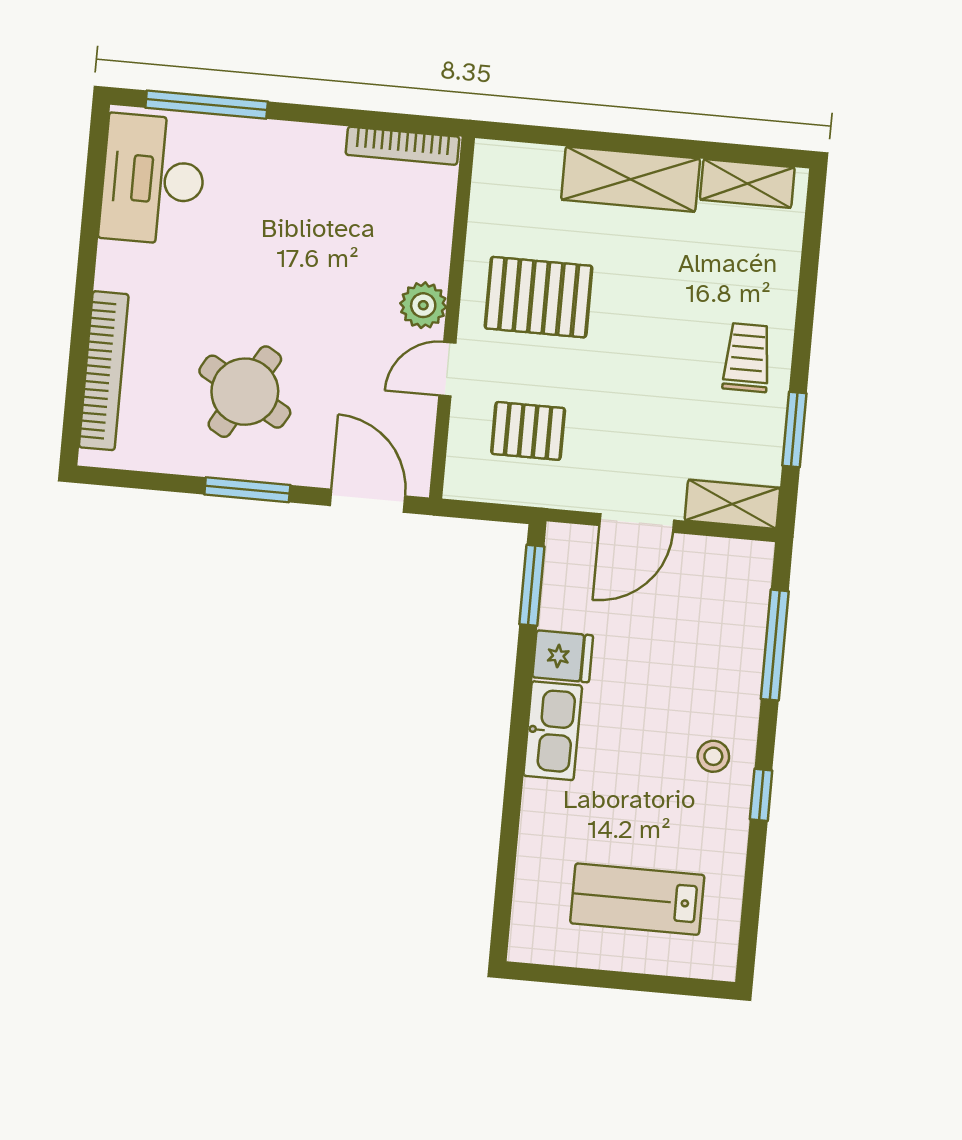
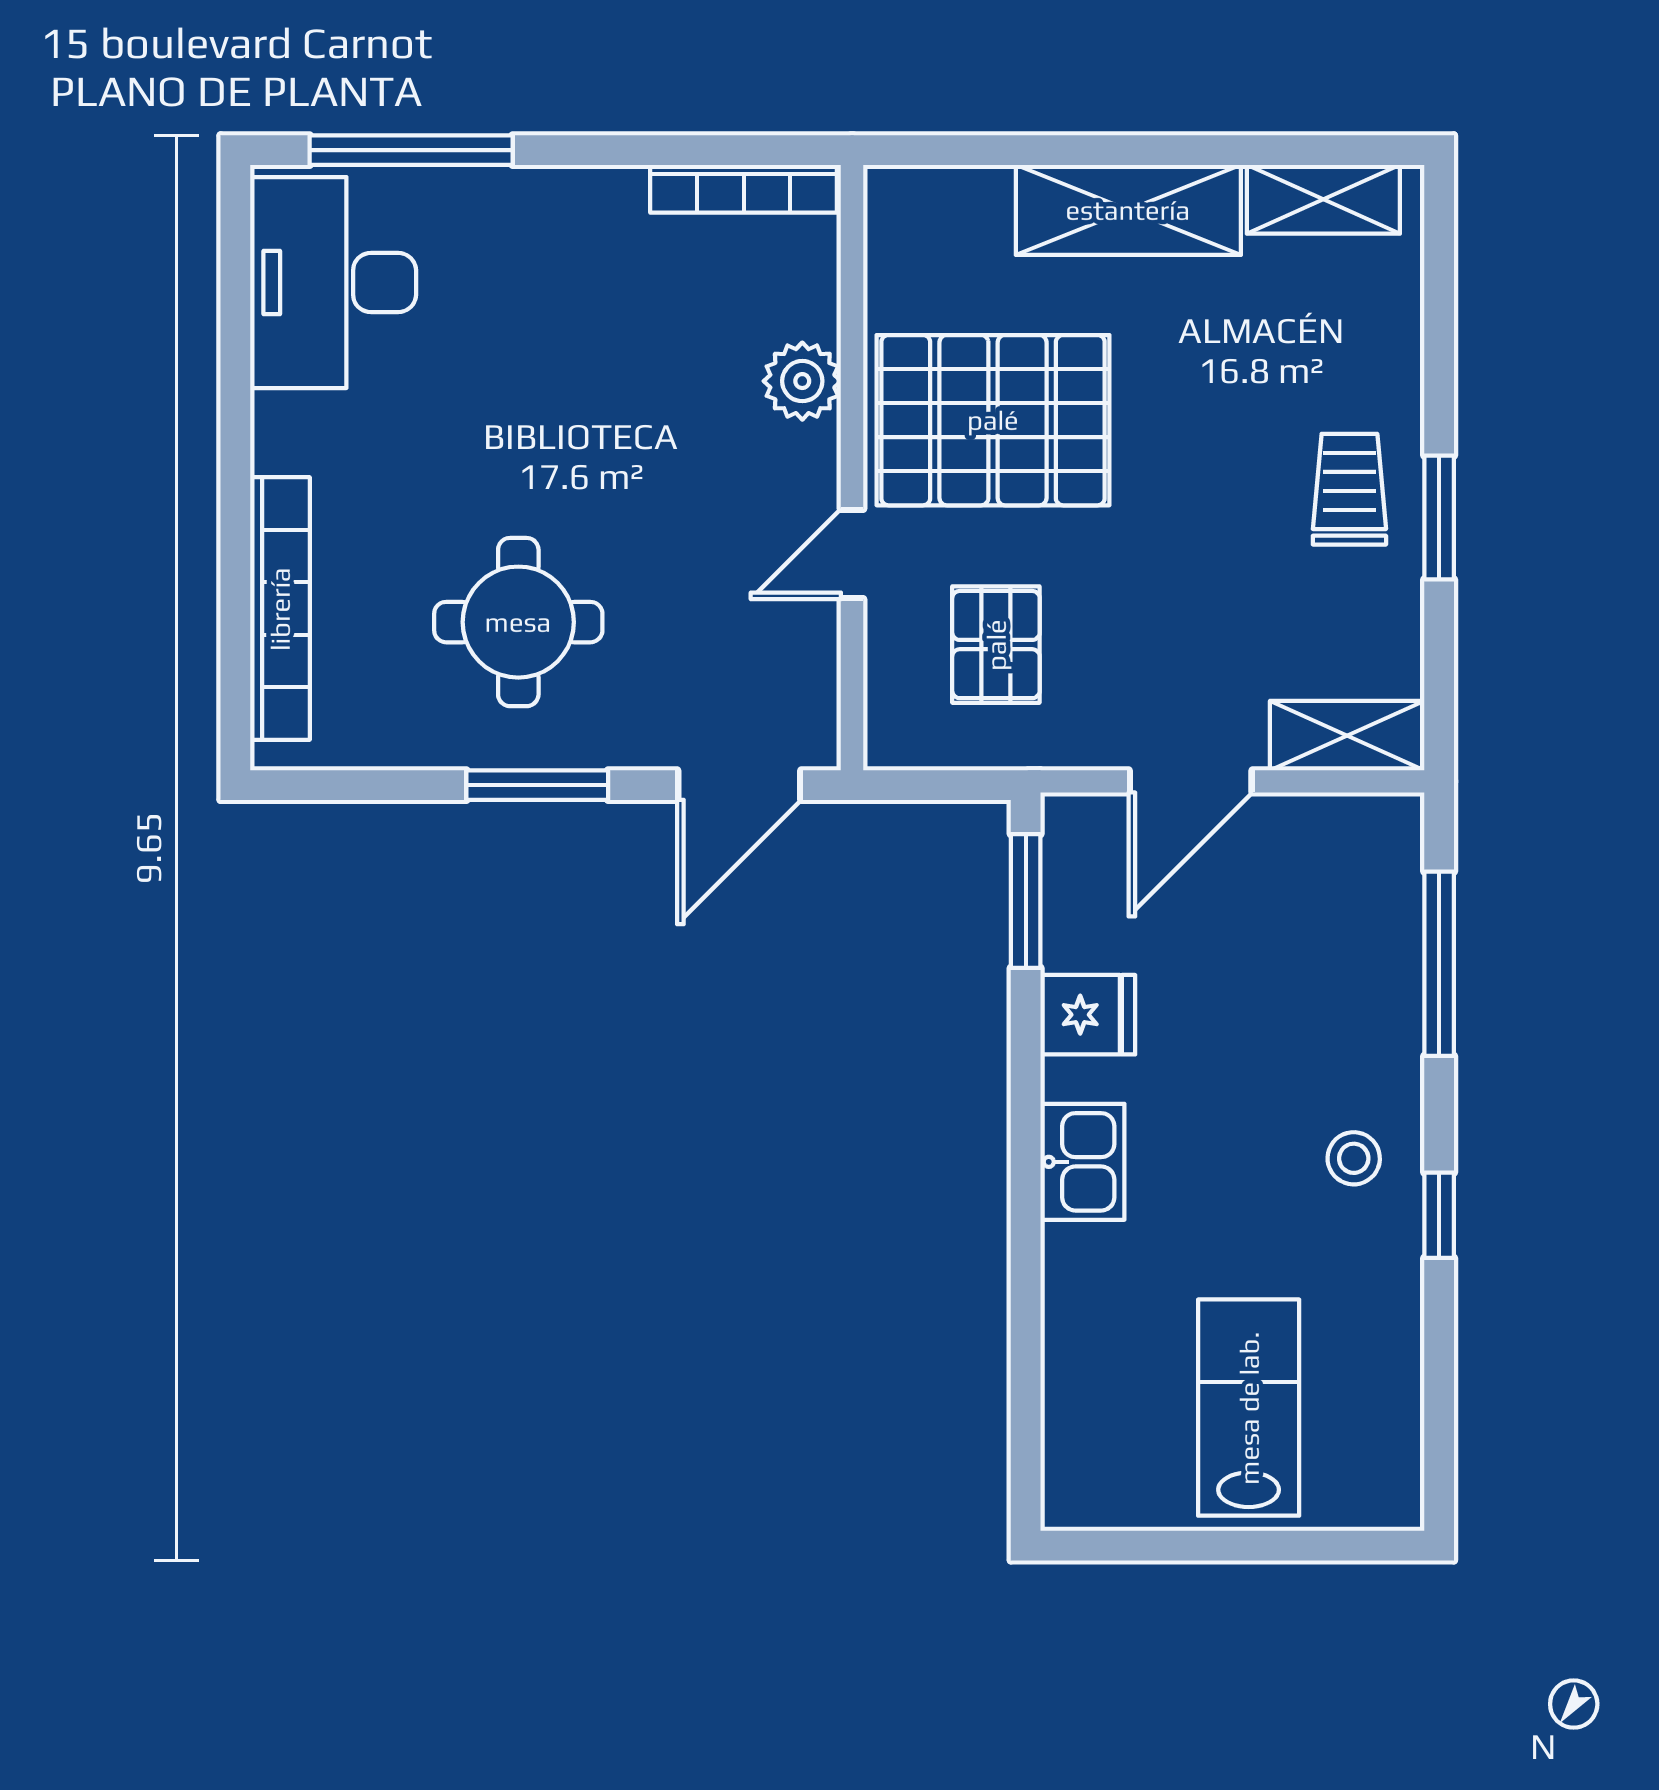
pallet: (539, 297) -> (993, 420), width x1.37, depth x1.41
plant: (423, 305) -> (802, 381), moved
round table: (245, 392) -> (518, 622), turned -30
window: (794, 429) -> (1439, 517), moved
pallet: (528, 431) -> (996, 645), turned 90
door: (368, 501) -> (739, 785), swing flipped
kitchen sink: (553, 731) -> (1082, 1162), width x0.73
lab bench: (637, 899) -> (1249, 1408), turned 90

